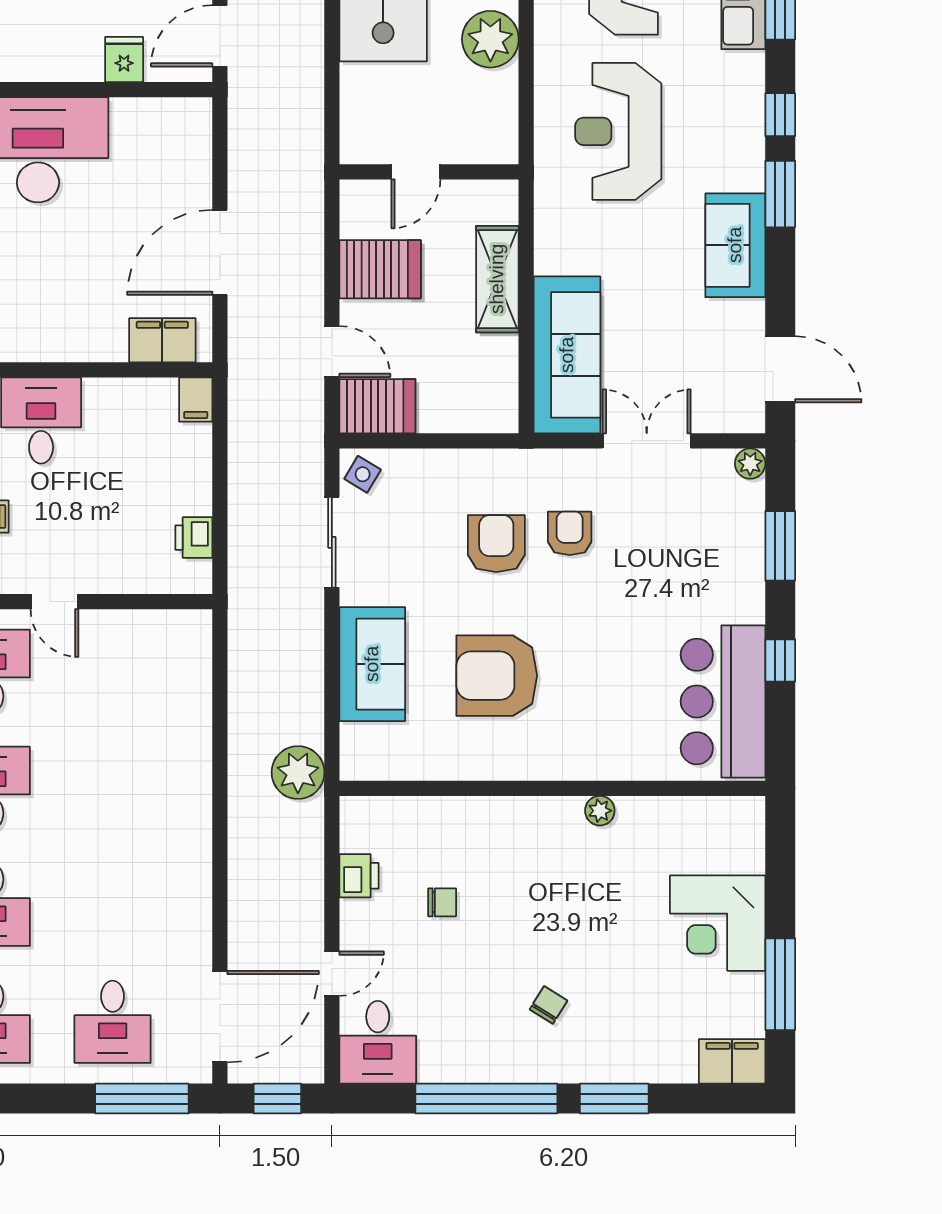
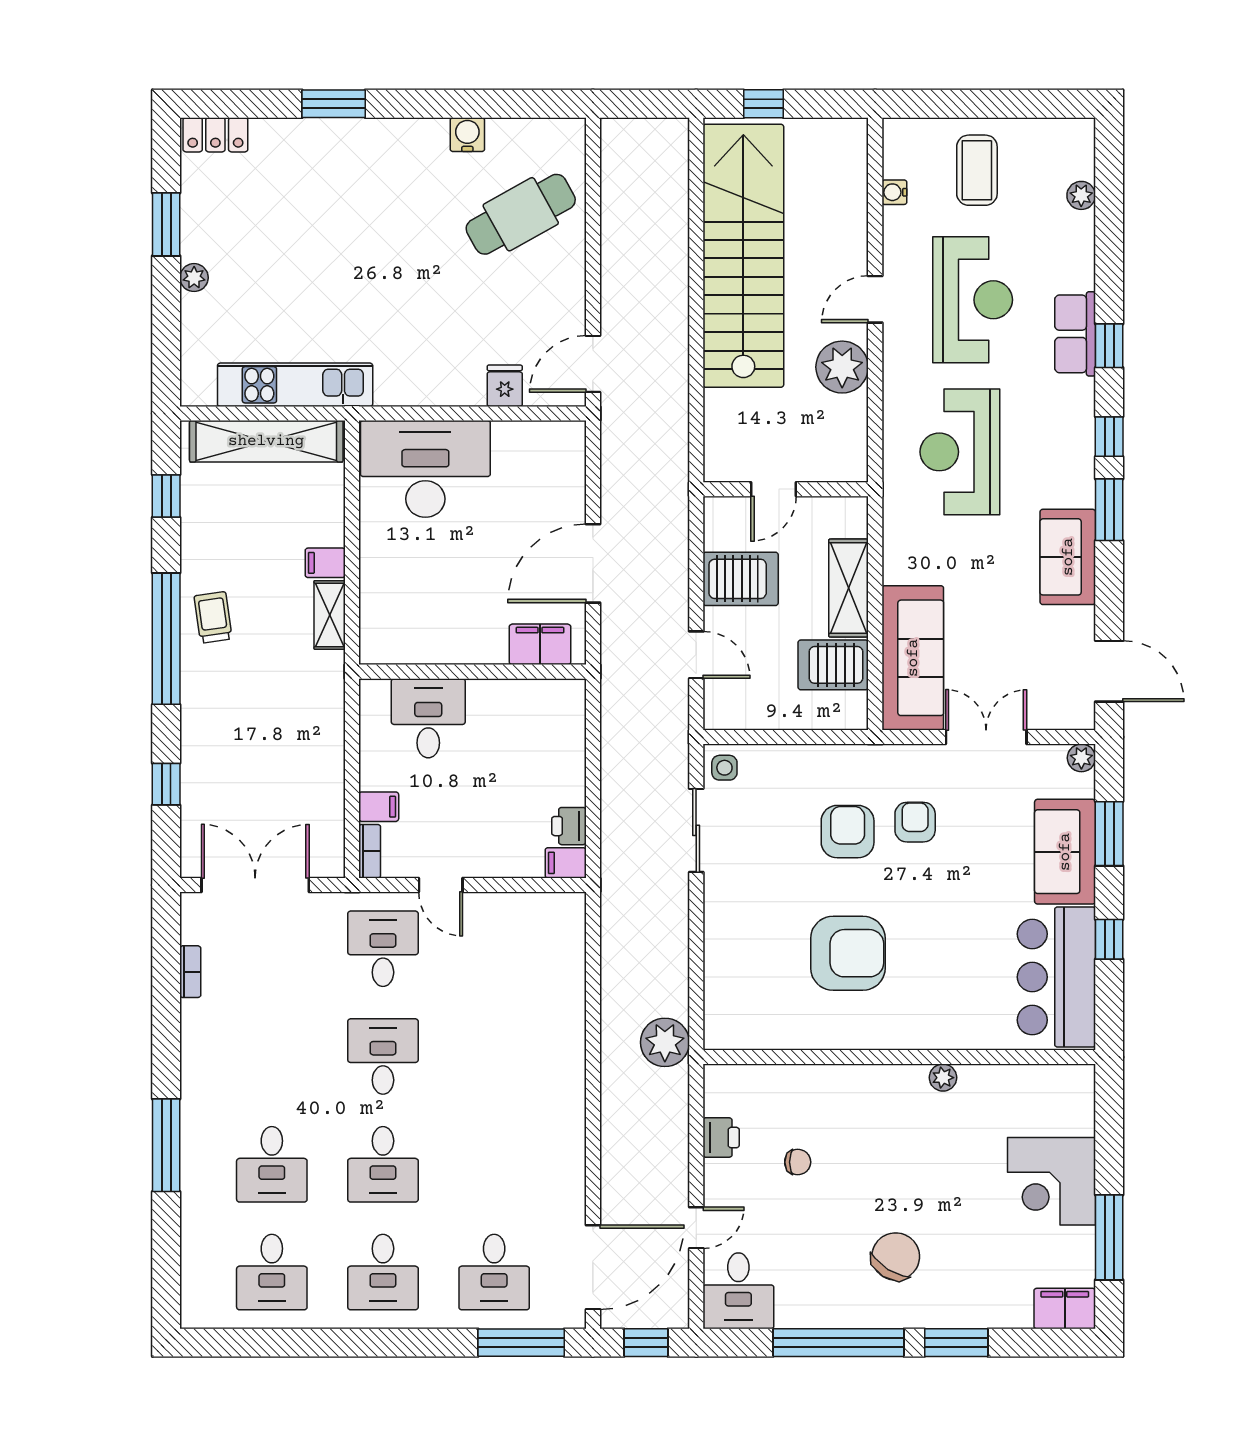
filing cabinet: (196, 400) -> (566, 863), moved, turned 90
server rack: (377, 406) -> (833, 665), moved, turned 180
side table: (363, 474) -> (724, 768), turned -31
sofa: (372, 664) -> (1065, 852), moved, turned 180
armchair: (497, 676) -> (848, 953), turned 180
chair: (548, 1005) -> (896, 1257), width x1.87, depth x1.87

